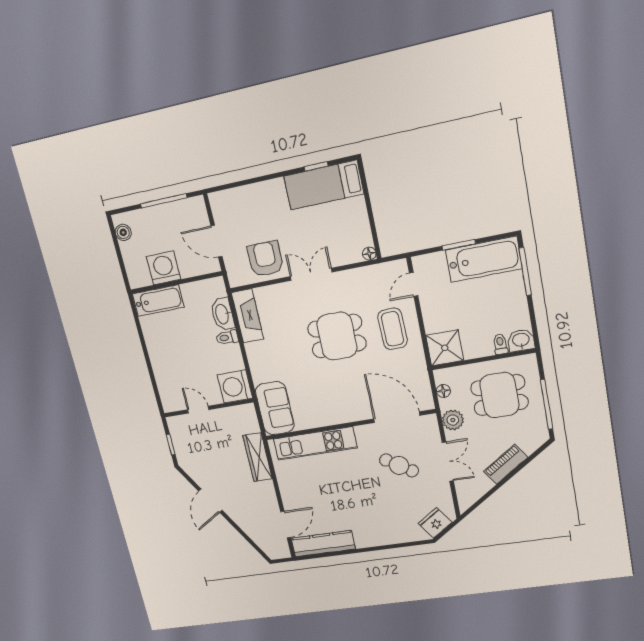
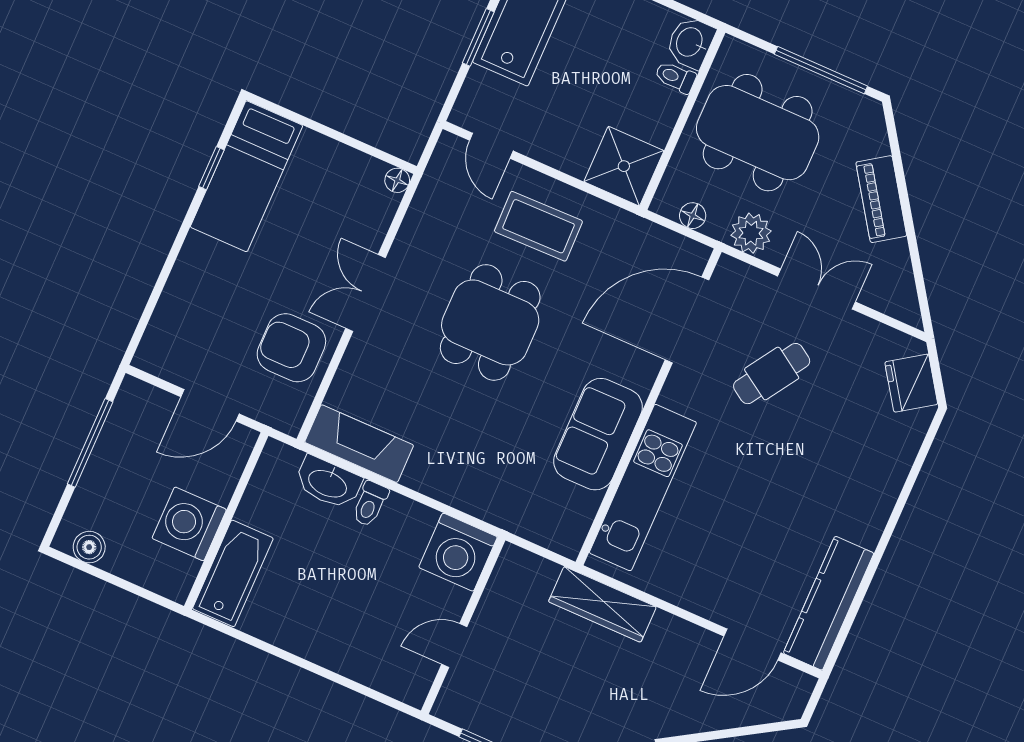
dining table: (499, 395) -> (758, 133), width x1.37
sofa: (275, 408) -> (598, 434), moved, turned -90
door: (286, 525) -> (752, 645), swing flipped

